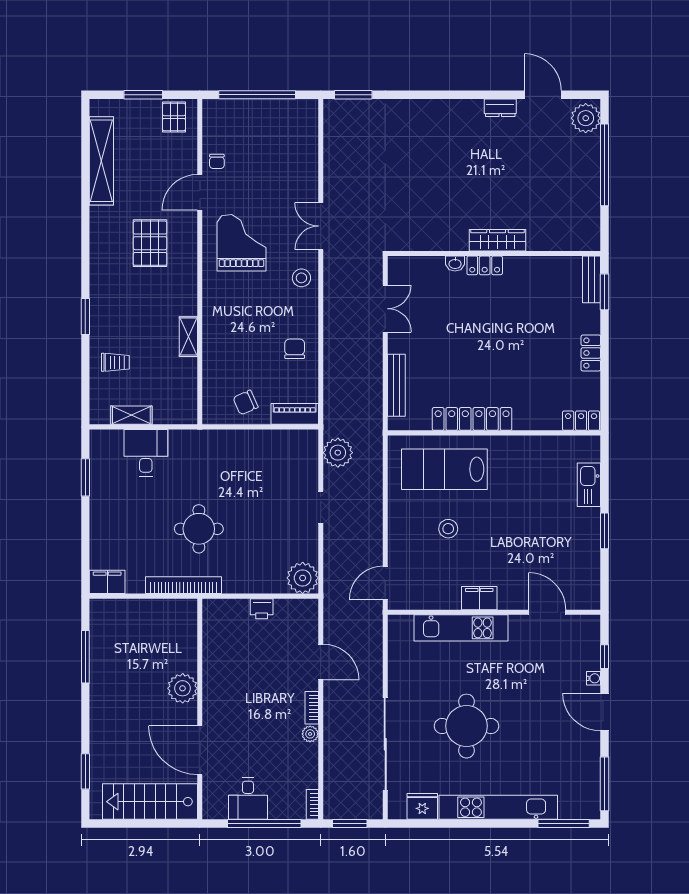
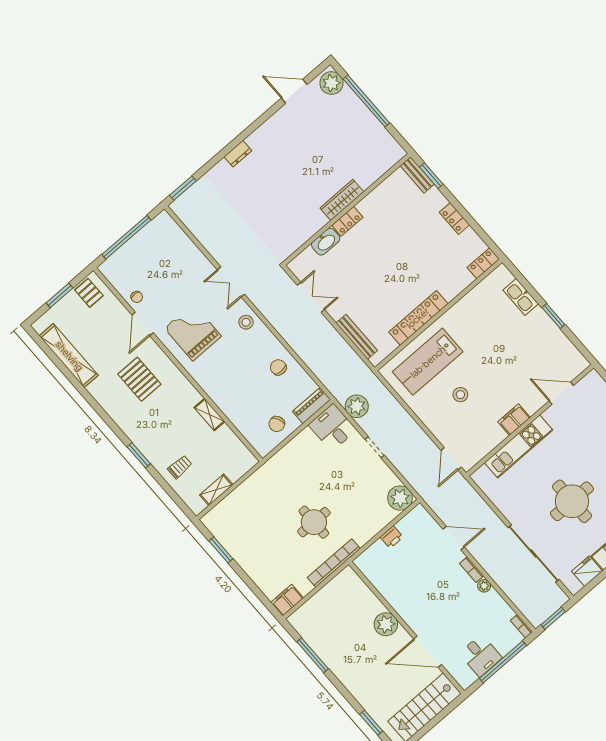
dresser: (500, 108) -> (238, 154), moved
washbasin: (455, 264) -> (326, 242), width x1.91, depth x1.45
desk: (146, 453) -> (332, 427), moved

